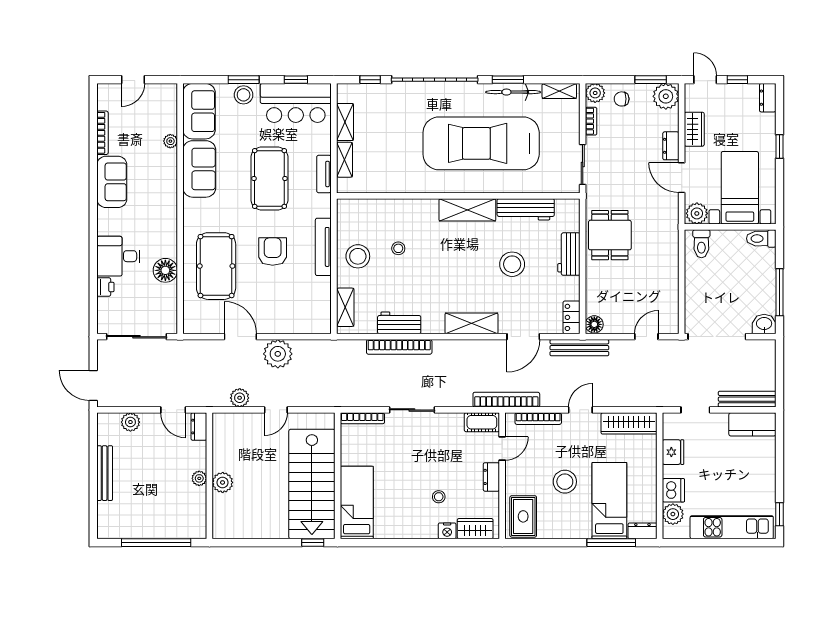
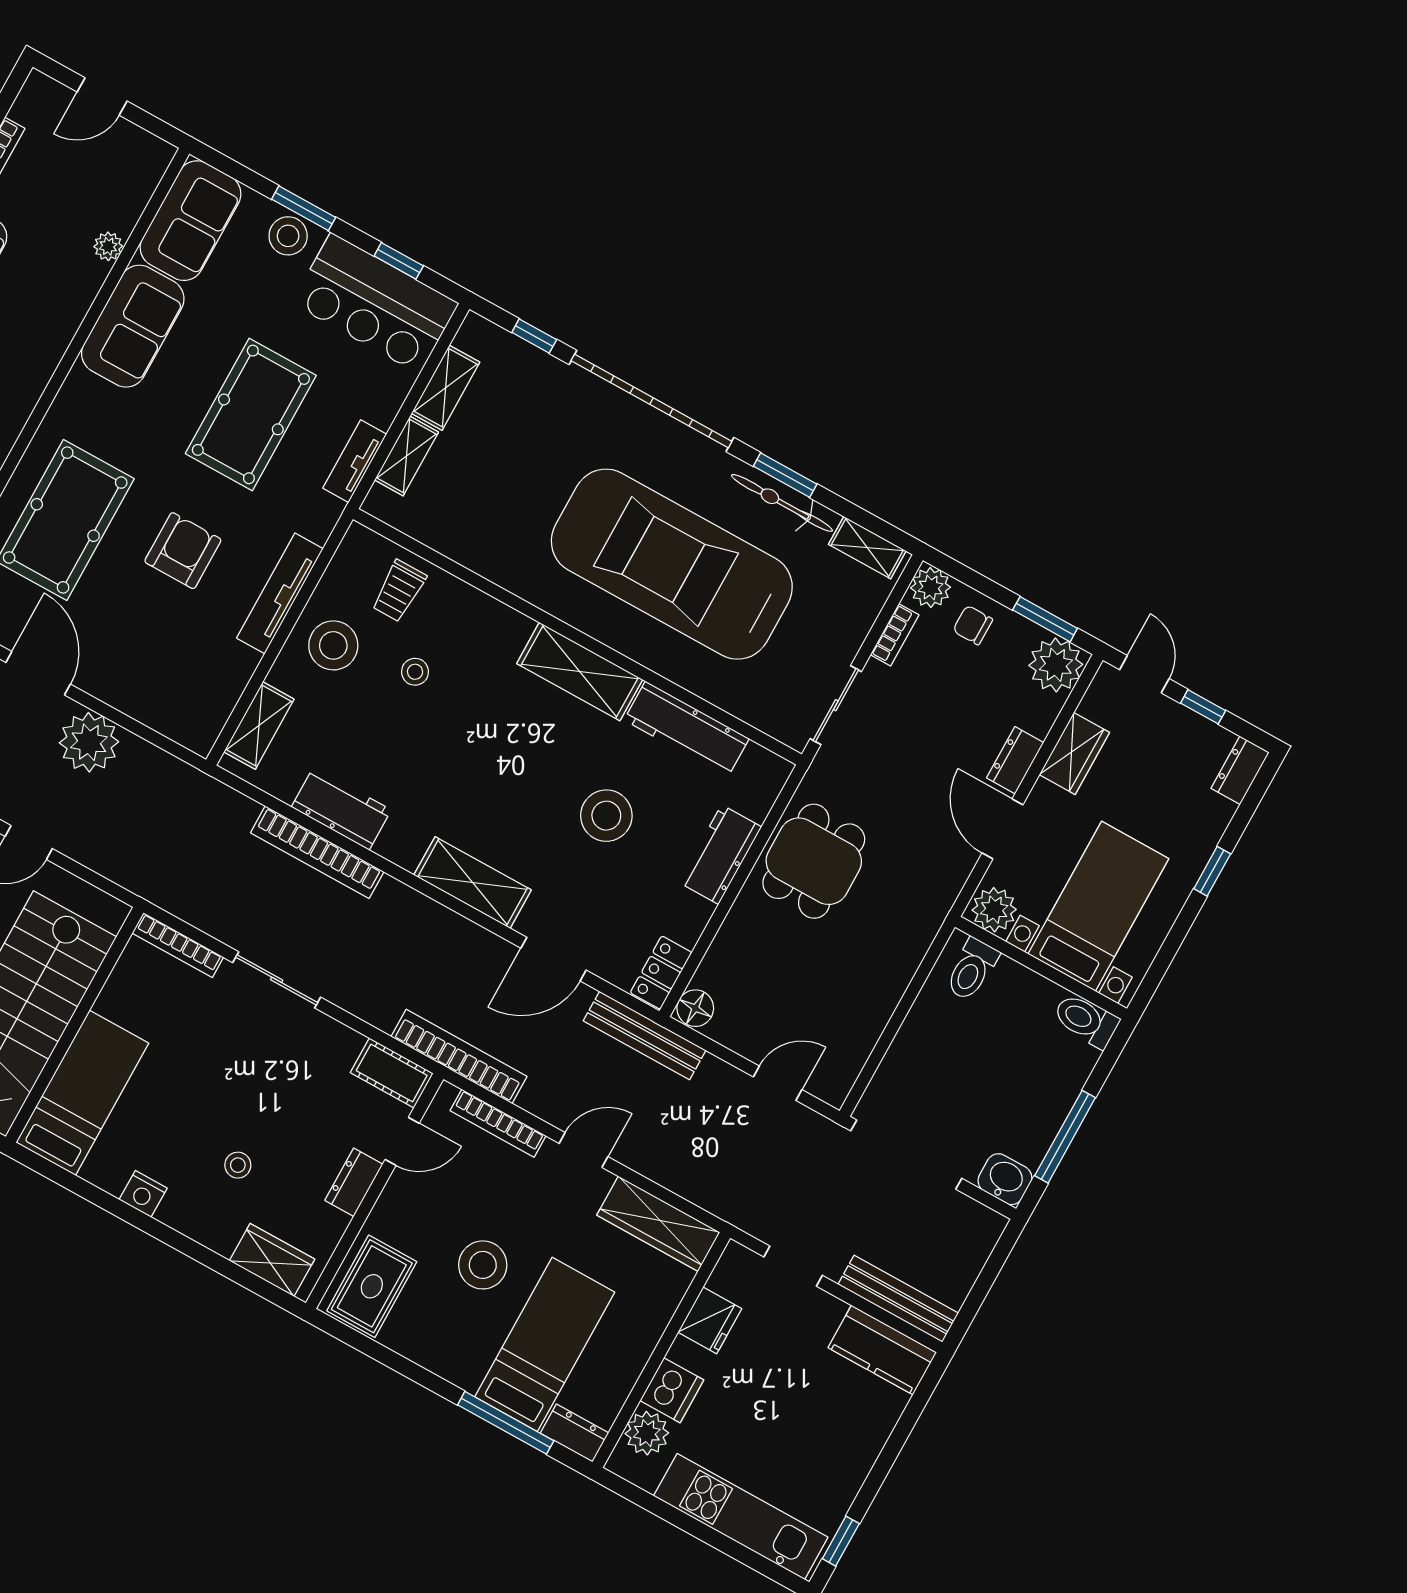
trolley: (373, 218) -> (399, 591), added
nightstand: (447, 531) -> (143, 1194), moved

